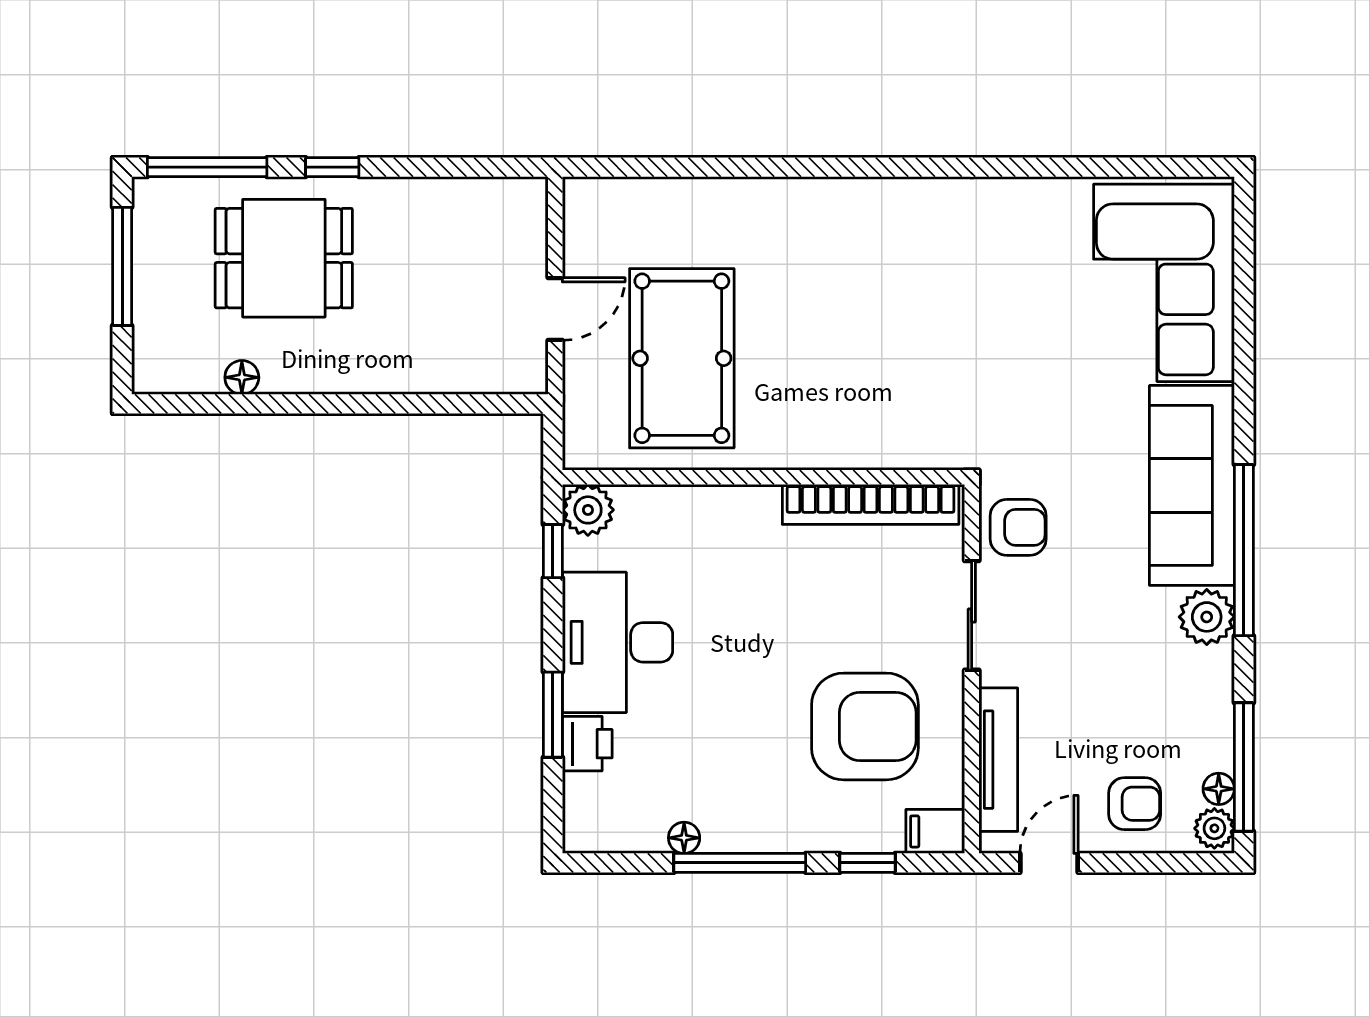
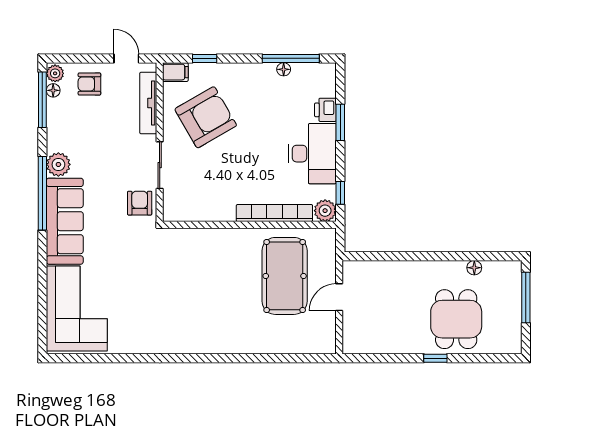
window: (207, 167) -> (489, 358), removed
dining table: (284, 258) -> (456, 319), turned 90
window: (122, 266) -> (526, 297), moved
bookcase: (871, 504) -> (274, 213), moved
armchair: (1018, 527) -> (140, 203), turned 90
armchair: (865, 726) -> (206, 117), turned 150
window: (740, 863) -> (291, 58), moved
door: (1049, 863) -> (126, 58), swing flipped

